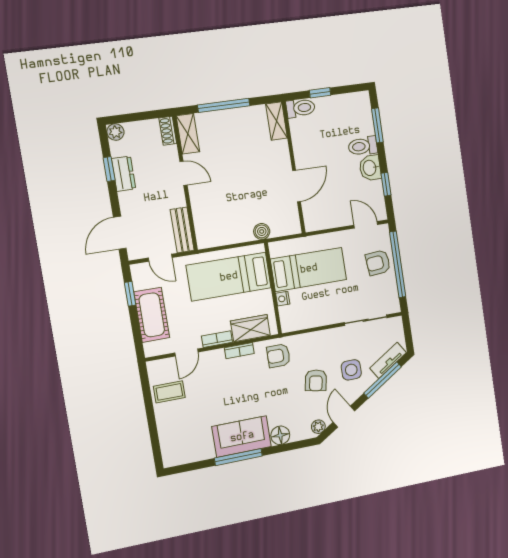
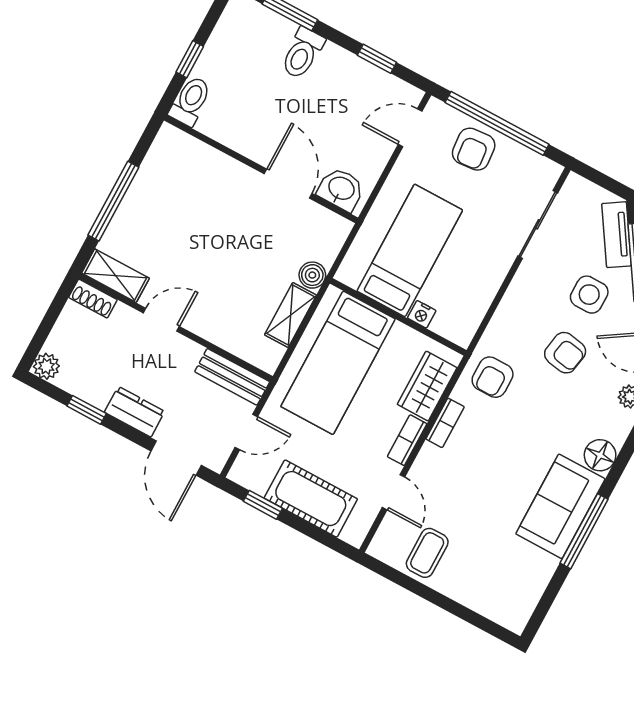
shelving: (277, 121) -> (291, 315), moved, turned 90
washbasin: (370, 168) -> (341, 189), moved, turned 180
dresser: (124, 174) -> (135, 412), moved

